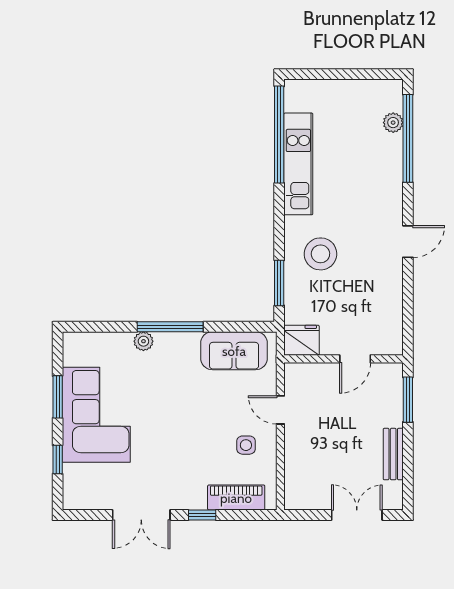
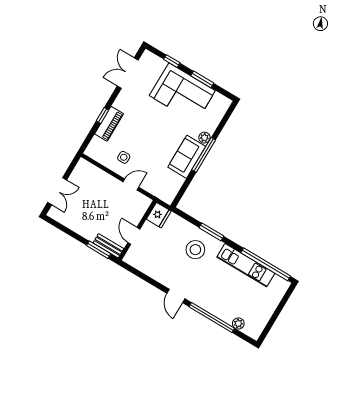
window: (408, 138) -> (212, 317), moved
window: (279, 283) -> (211, 232), moved
sofa: (234, 351) -> (187, 157), moved
bench: (393, 454) -> (108, 246), moved
piano: (236, 498) -> (109, 124), moved
double door: (141, 515) -> (128, 73), moved

